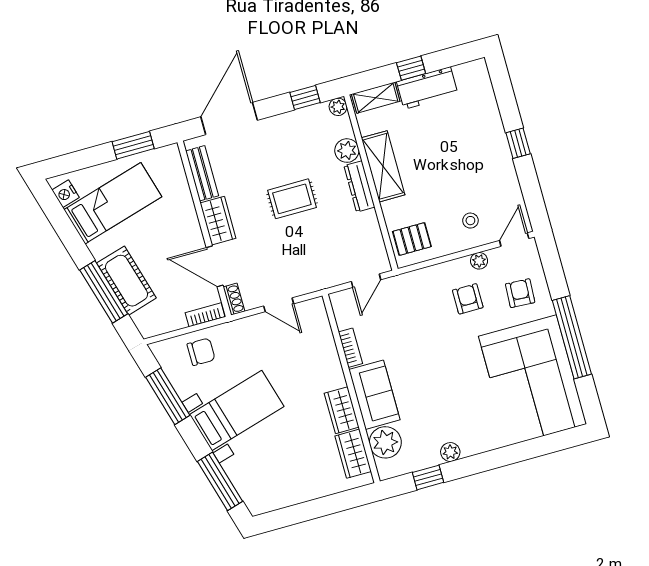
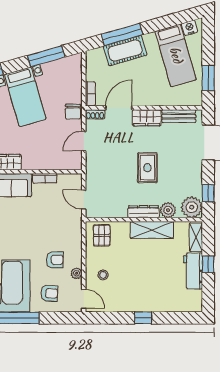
plant: (338, 107) -> (192, 207), width x1.88, depth x1.88
chair: (201, 352) -> (73, 112), moved

